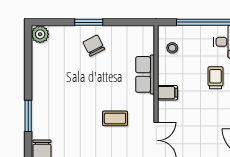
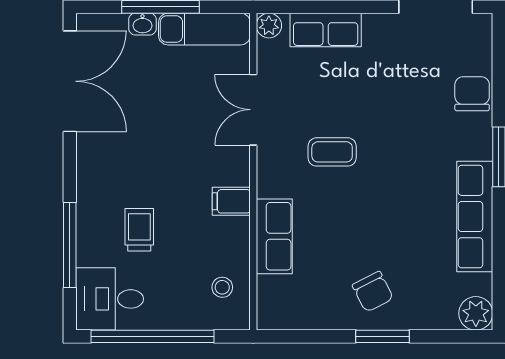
trolley: (215, 78) -> (139, 230), turned 180
row of seats: (41, 85) -> (475, 217), added

